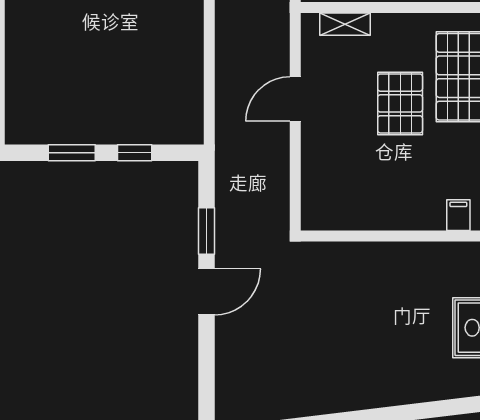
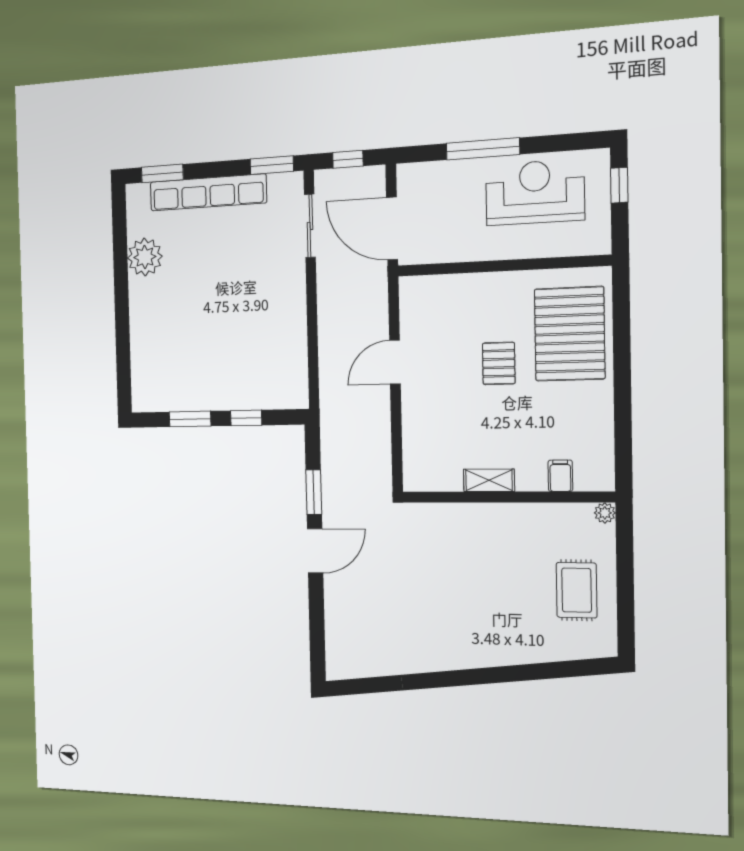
shelving: (345, 24) -> (489, 480), moved
pallet: (400, 103) -> (499, 363), width x0.67, depth x0.71

